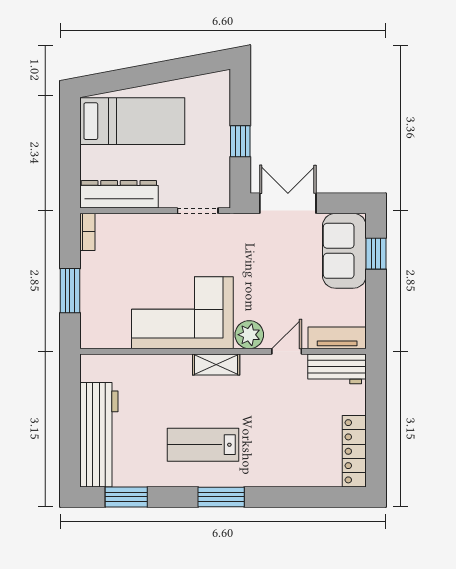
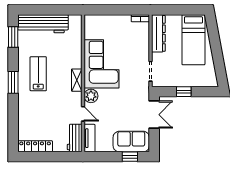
window: (70, 291) -> (112, 10), removed

